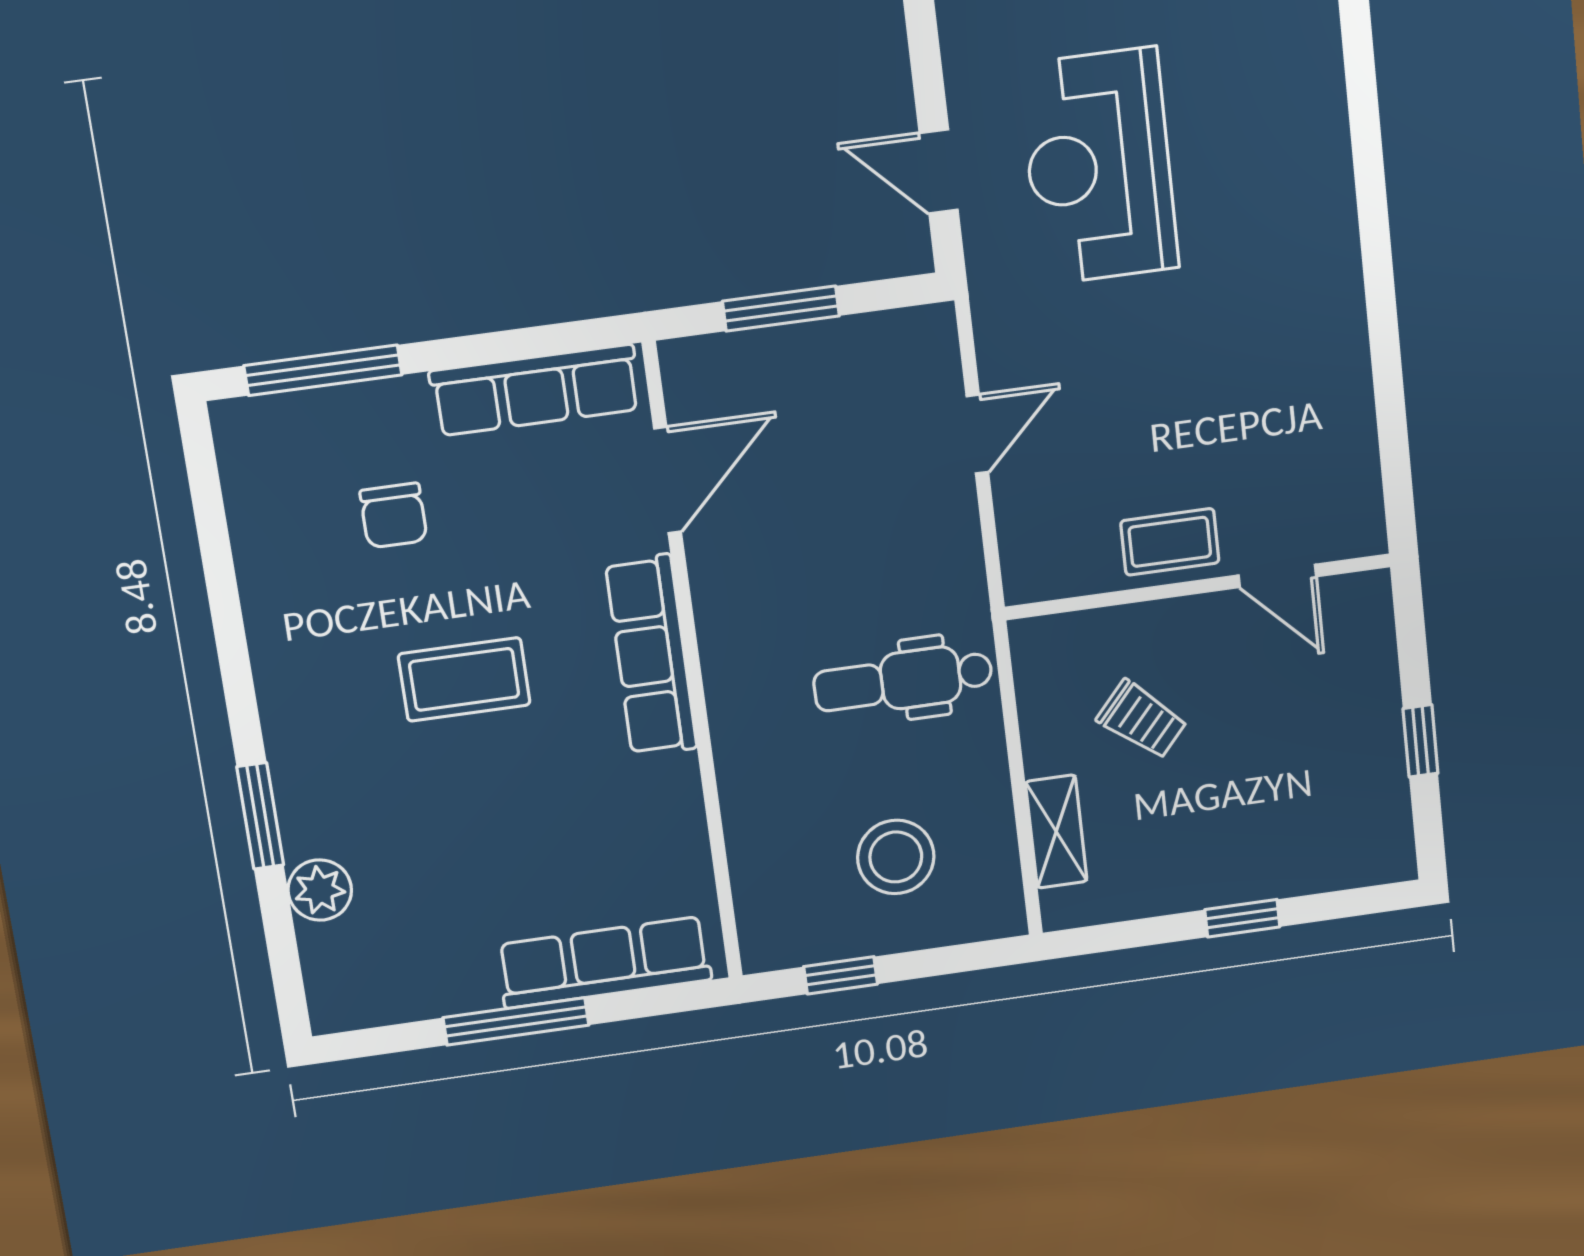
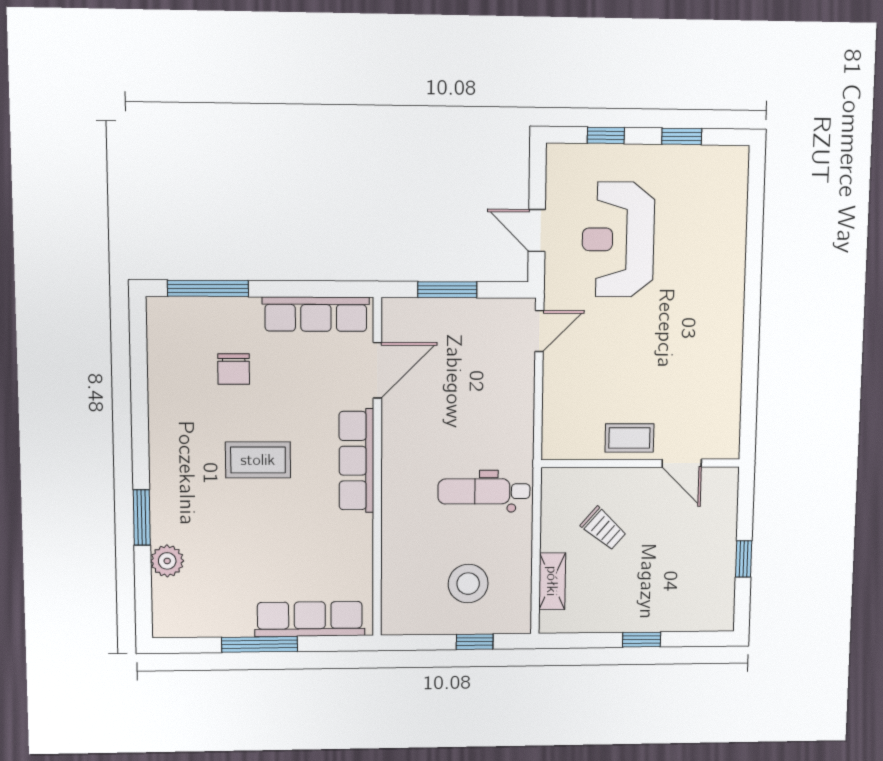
door: (977, 434) -> (539, 331), moved
window: (841, 975) -> (475, 642), moved

